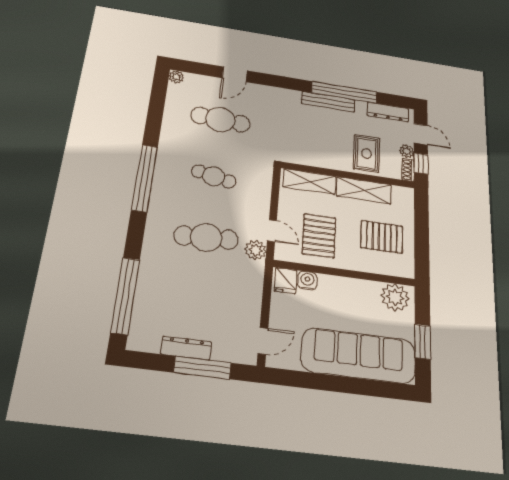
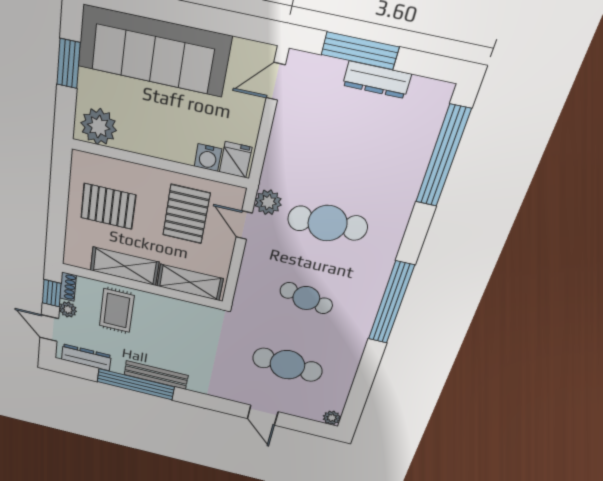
door: (235, 74) -> (263, 415), swing flipped

